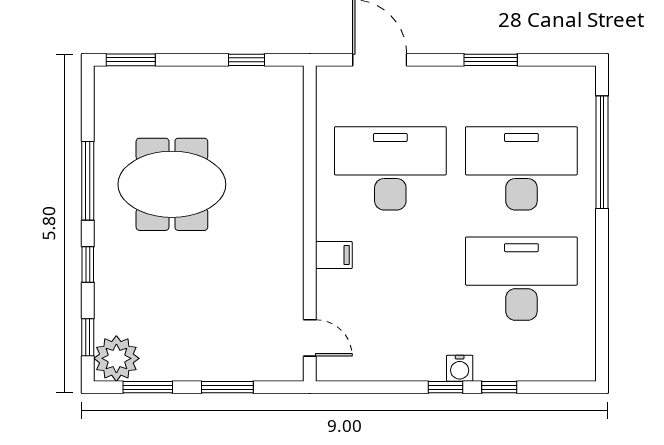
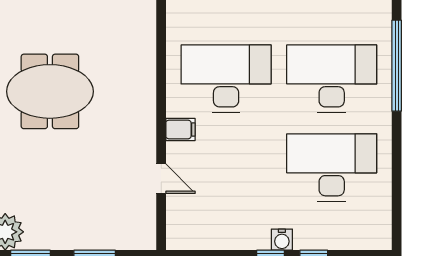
filing cabinet: (334, 255) -> (181, 129), moved
door: (310, 338) -> (161, 179), moved

